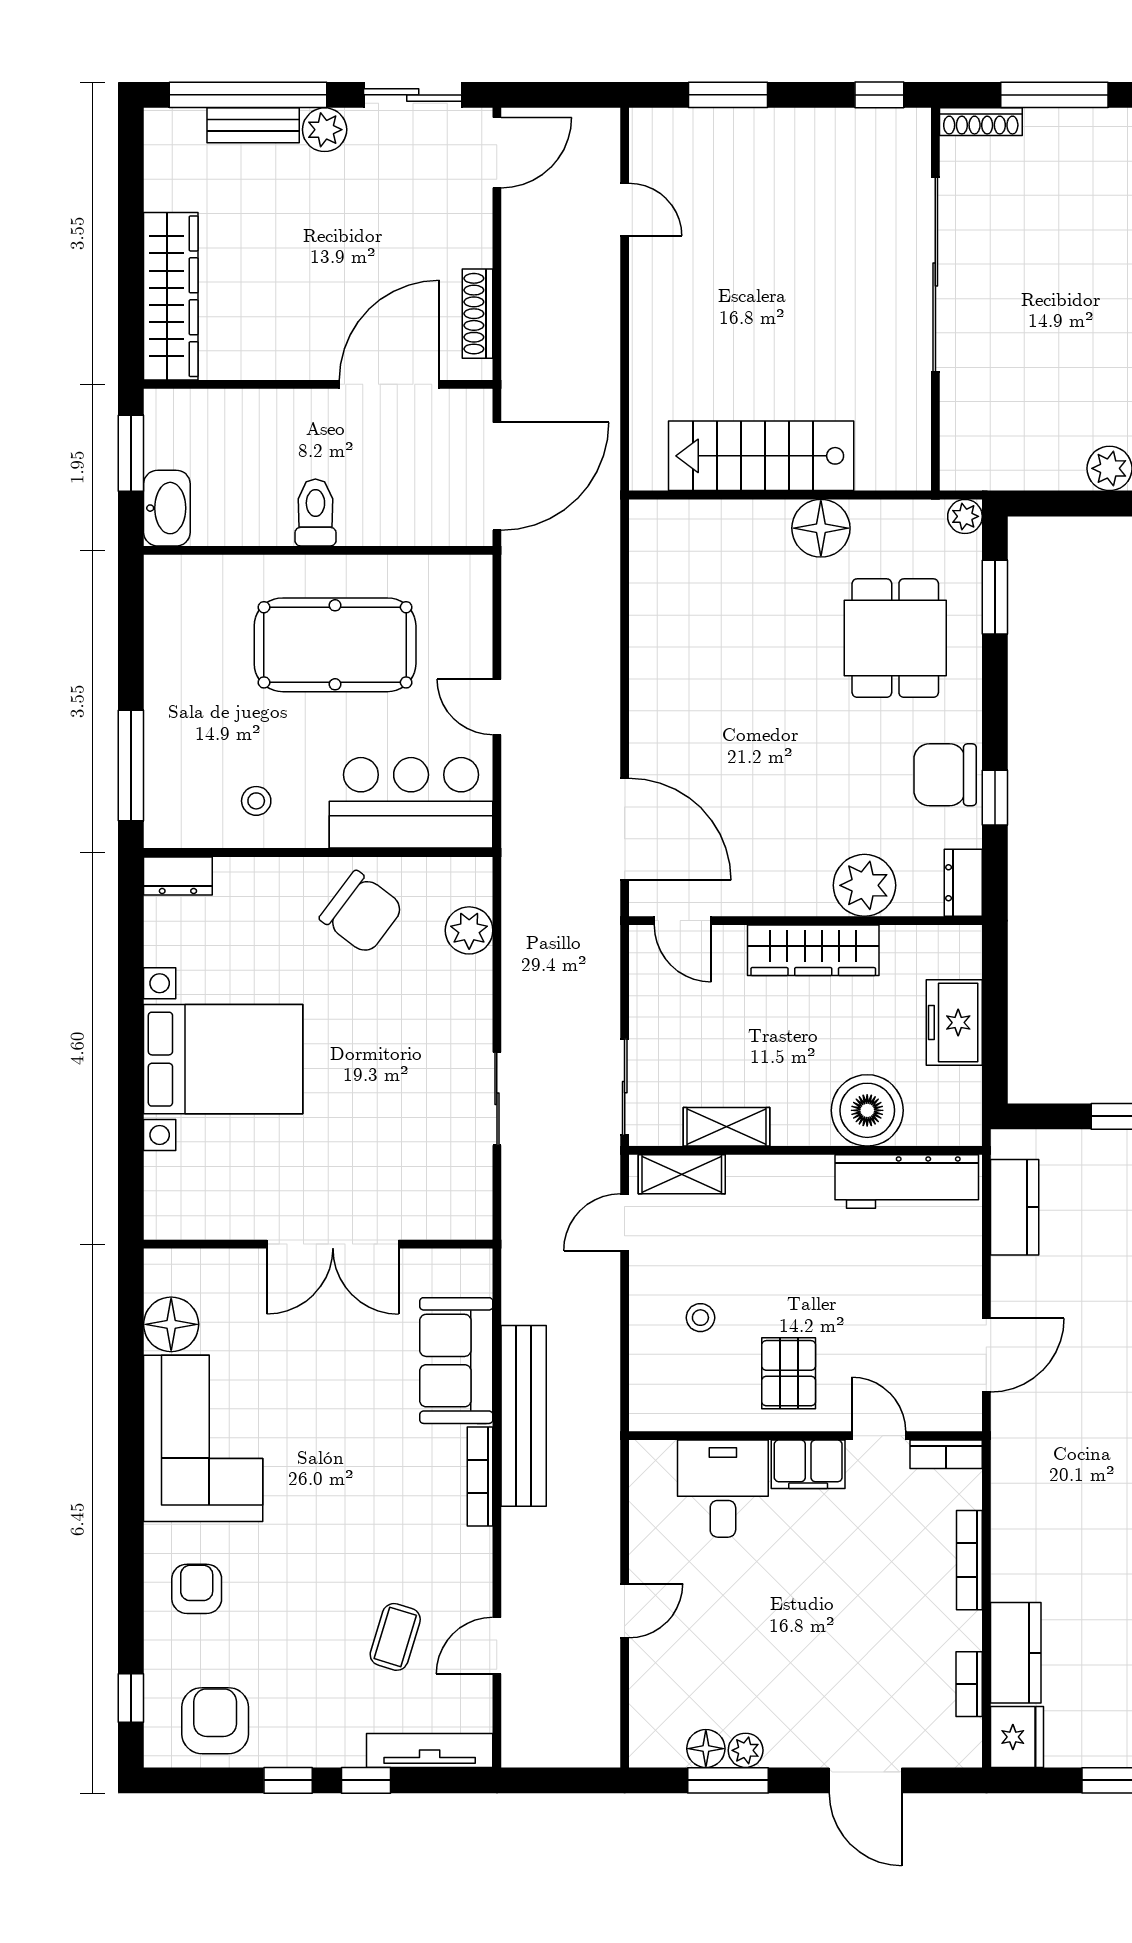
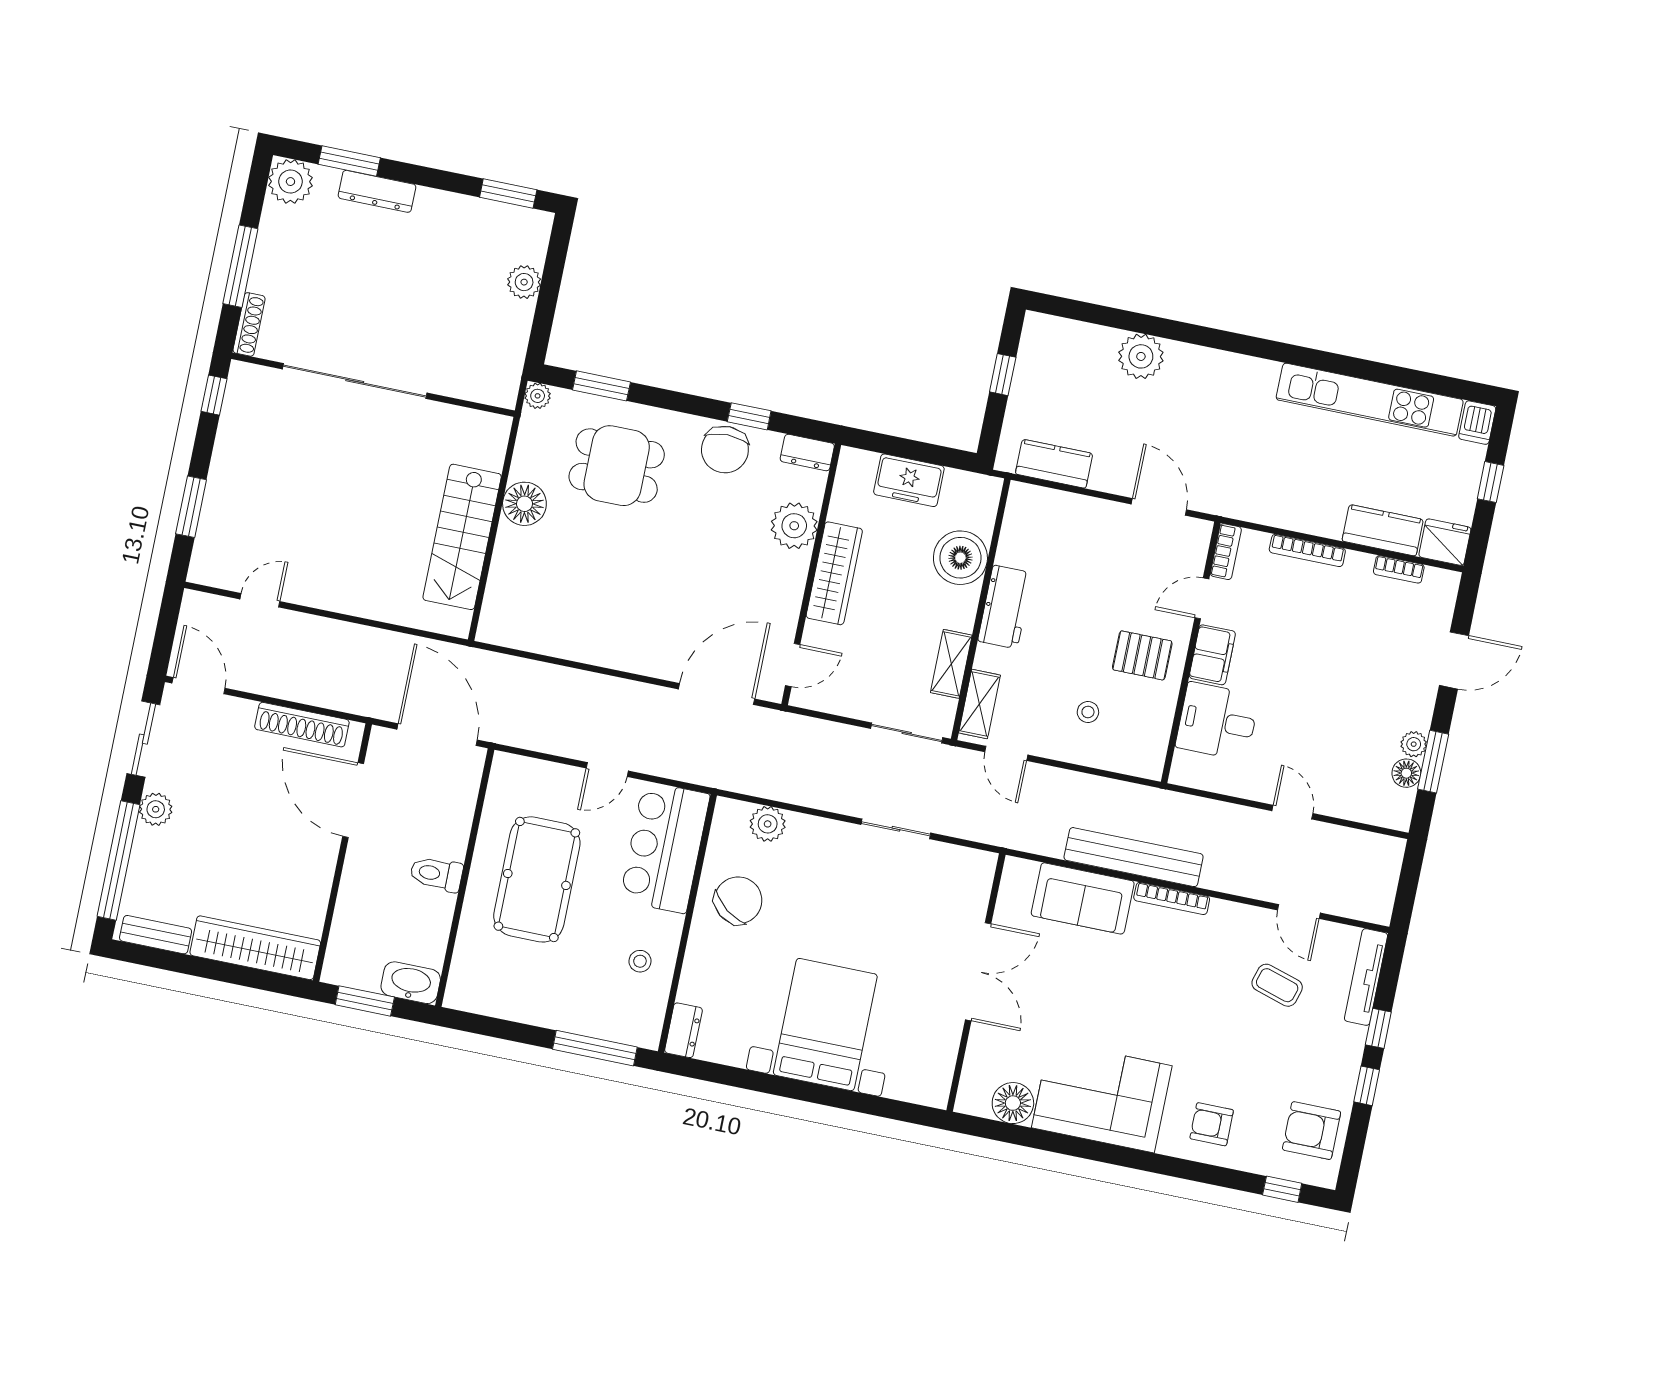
bench: (253, 125) -> (156, 935), moved, turned 90
shoe rack: (477, 314) -> (302, 725), width x1.36, depth x1.24
workbench: (907, 1182) -> (1005, 607), moved, width x0.73

